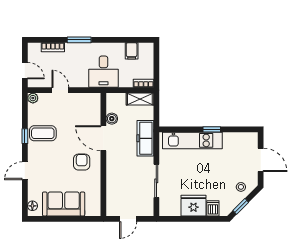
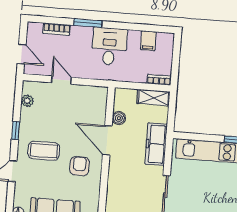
desk: (103, 72) -> (109, 46), moved, turned 180
plant: (33, 98) -> (27, 101), moved
coffee table: (43, 133) -> (44, 151), moved

